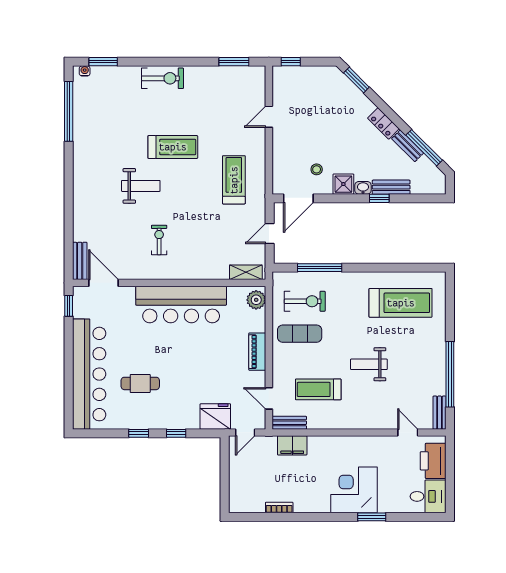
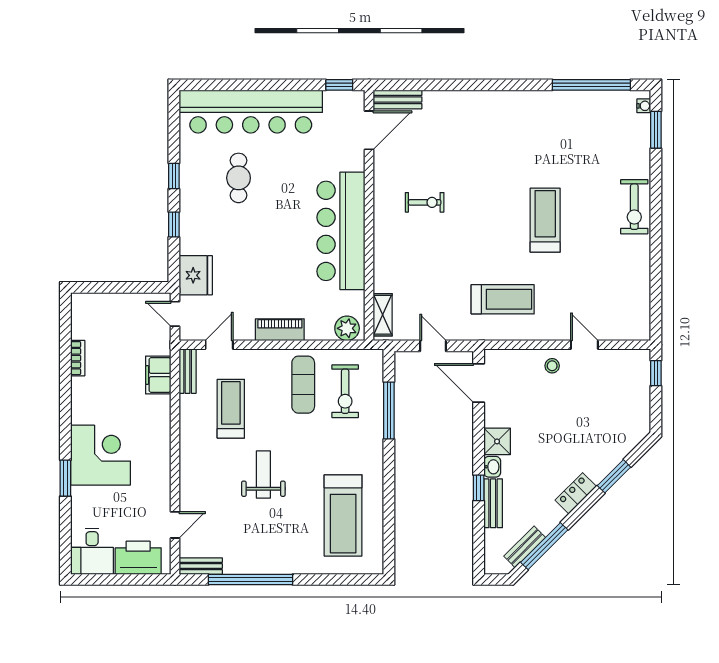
window: (234, 62) -> (656, 299), removed
window: (356, 80) -> (614, 476), moved
bench: (408, 146) -> (525, 547), moved
treadmill: (173, 147) -> (545, 220), turned 180
stool: (317, 169) -> (552, 366), moved
weight bench: (141, 186) -> (495, 179), removed

